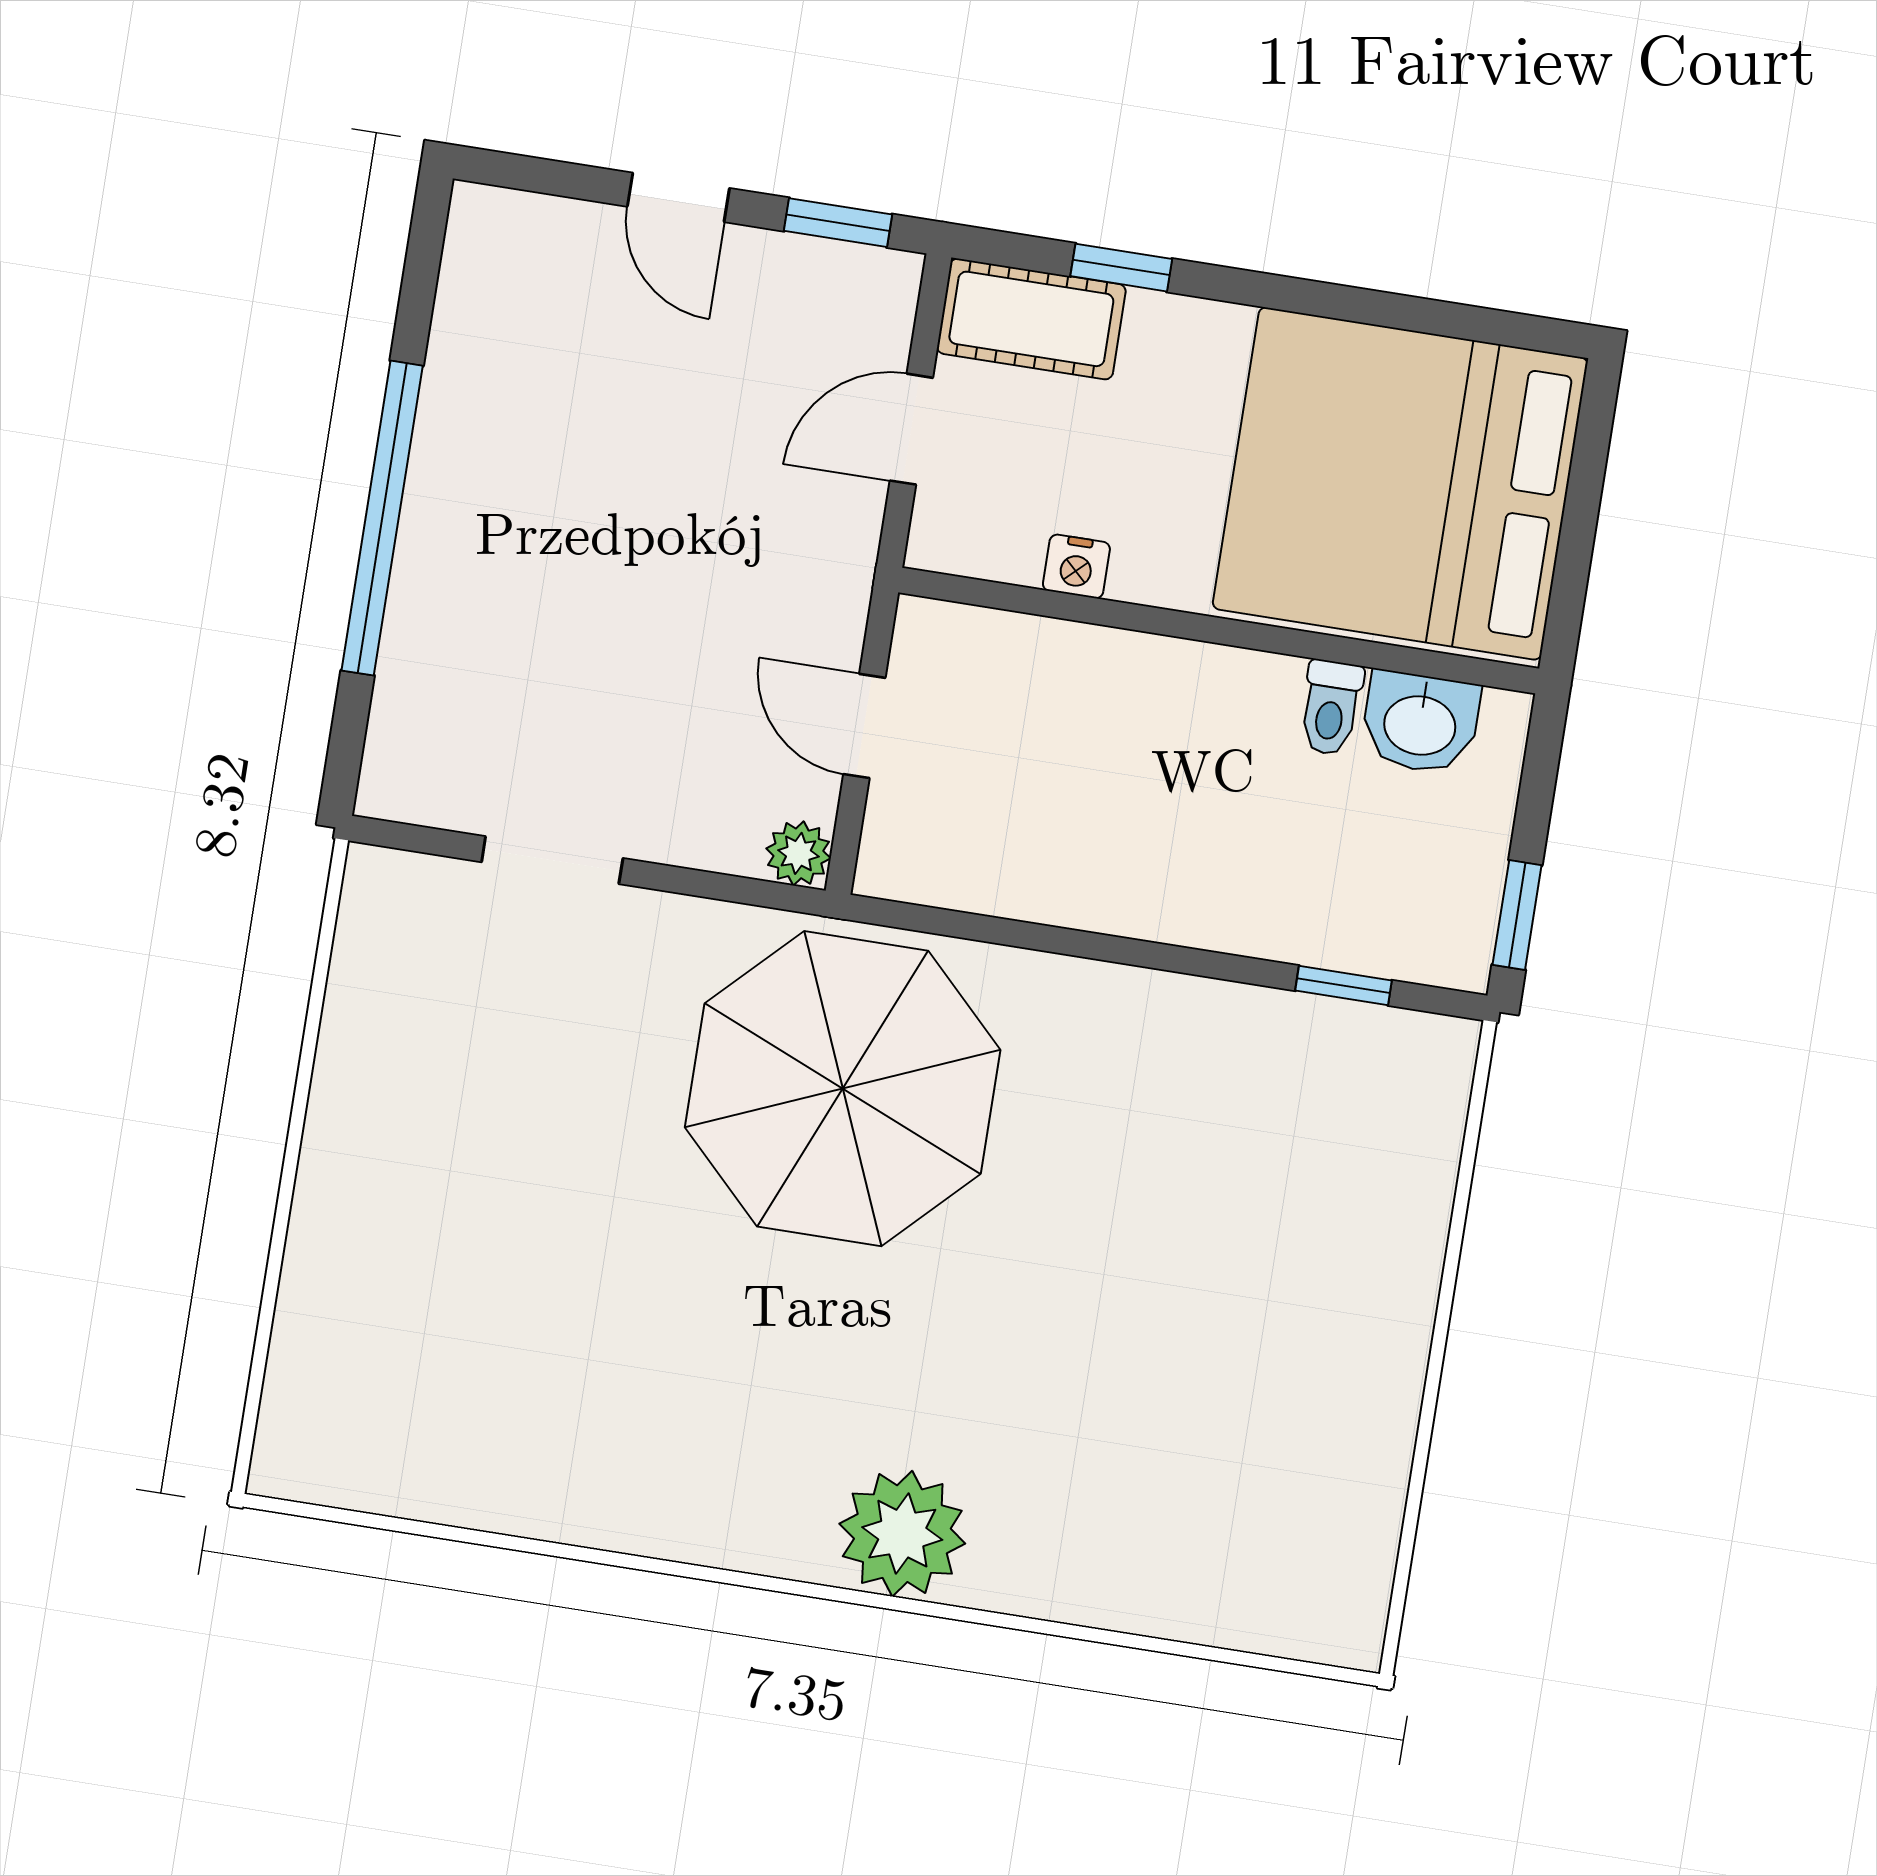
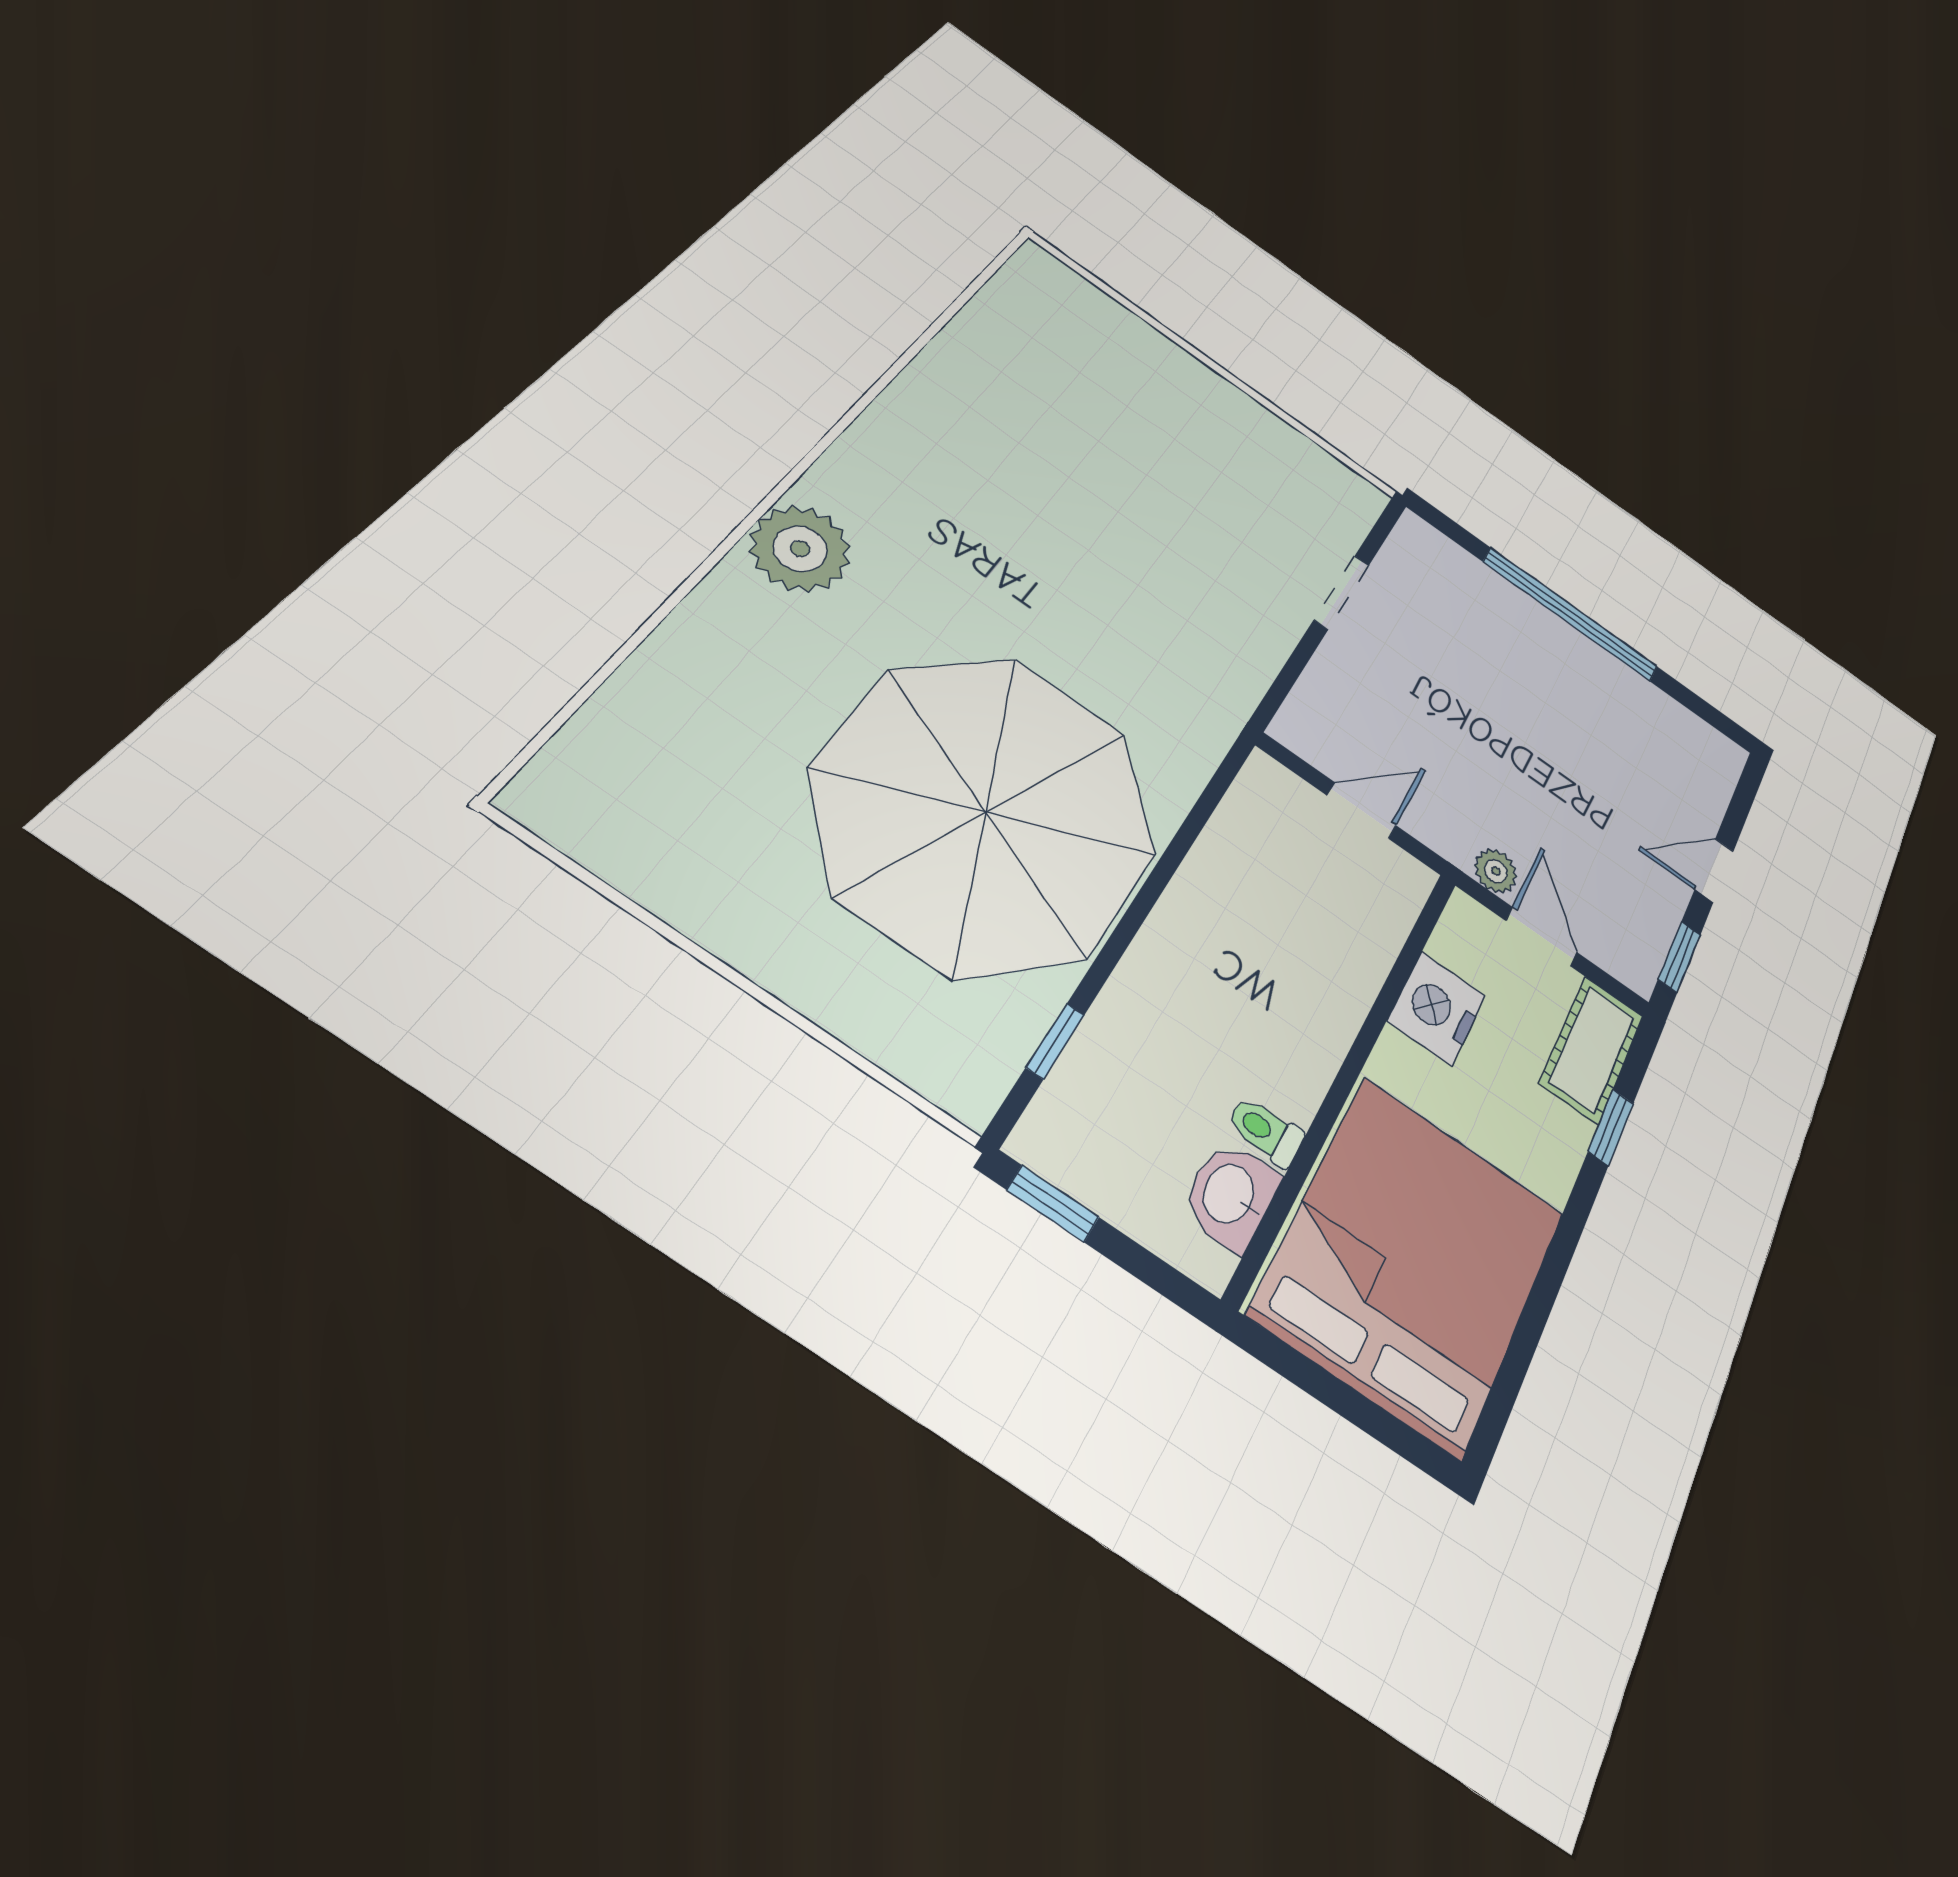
nightstand: (1076, 566) -> (1437, 1008), width x1.89, depth x1.79
plant: (798, 853) -> (1496, 871), moved
parasol: (843, 1089) -> (986, 812), moved, width x1.36, depth x1.36

